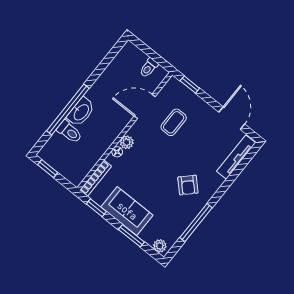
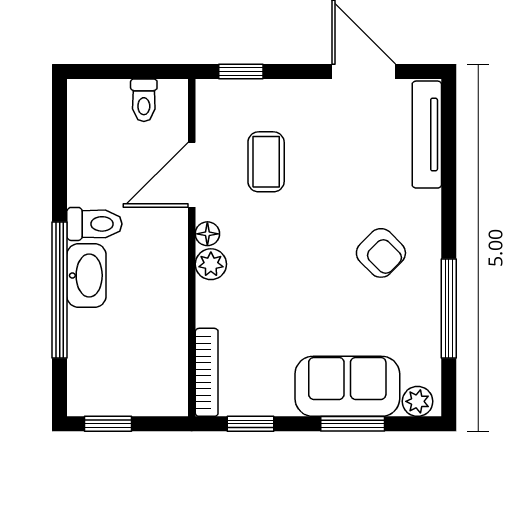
toilet: (70, 132) -> (94, 224), moved
floor lamp: (117, 152) -> (207, 234), moved
sofa: (127, 211) -> (347, 386), moved

